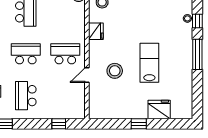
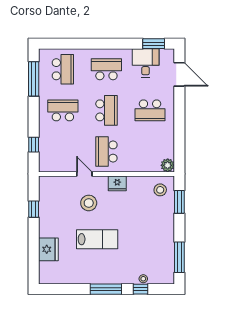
fridge: (96, 31) -> (117, 183), moved
school desk: (65, 54) -> (106, 152), turned 180
window: (139, 124) -> (34, 209), moved

